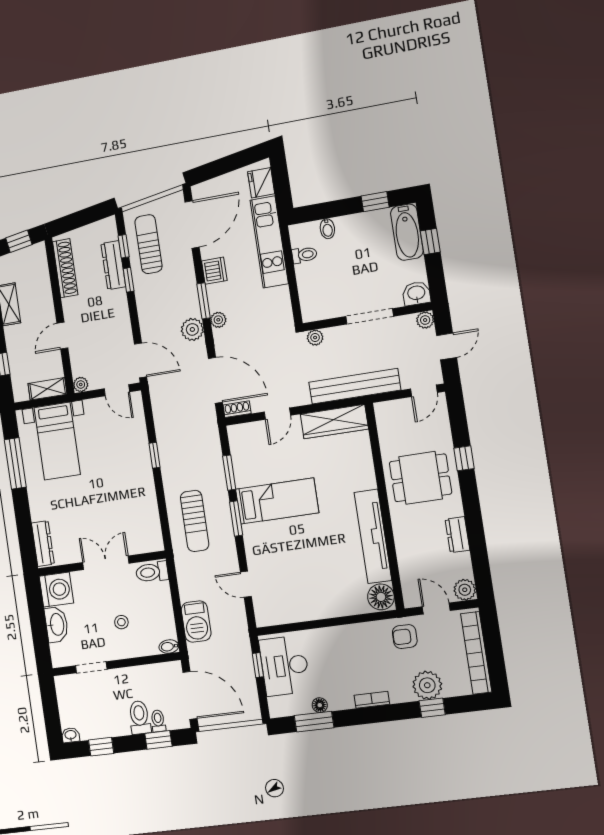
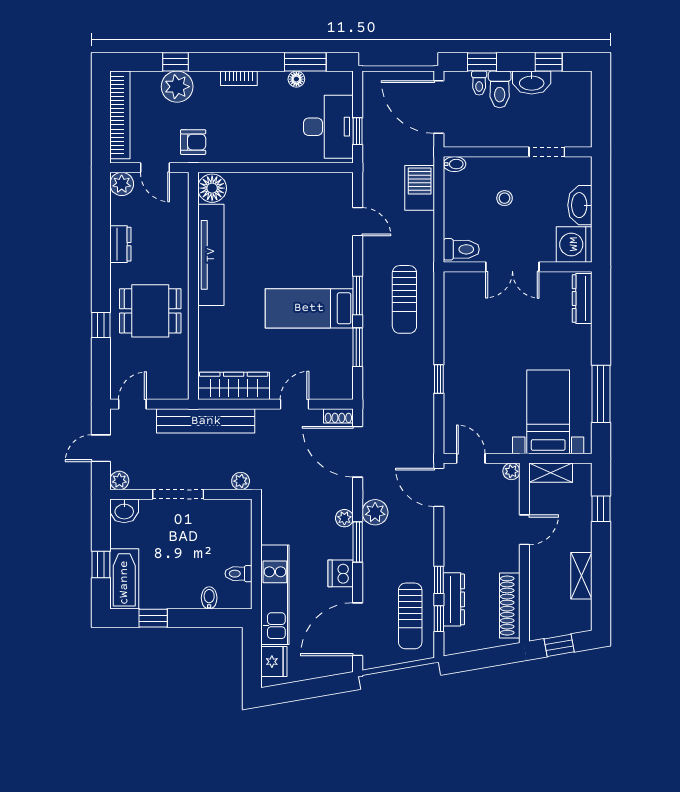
sun lounger: (195, 521) -> (404, 299), turned 180
washbasin: (71, 735) -> (532, 82), moved, width x1.91, depth x1.45

